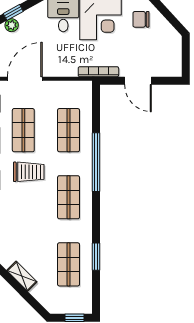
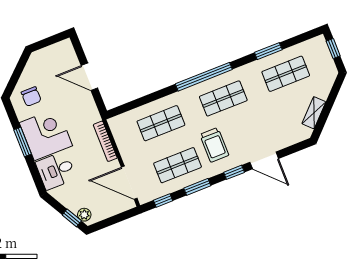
bookcase: (98, 72) -> (105, 141), moved
door: (138, 81) -> (89, 77), swing flipped
window: (96, 162) -> (204, 77), moved
trolley: (29, 172) -> (214, 145), turned 180

